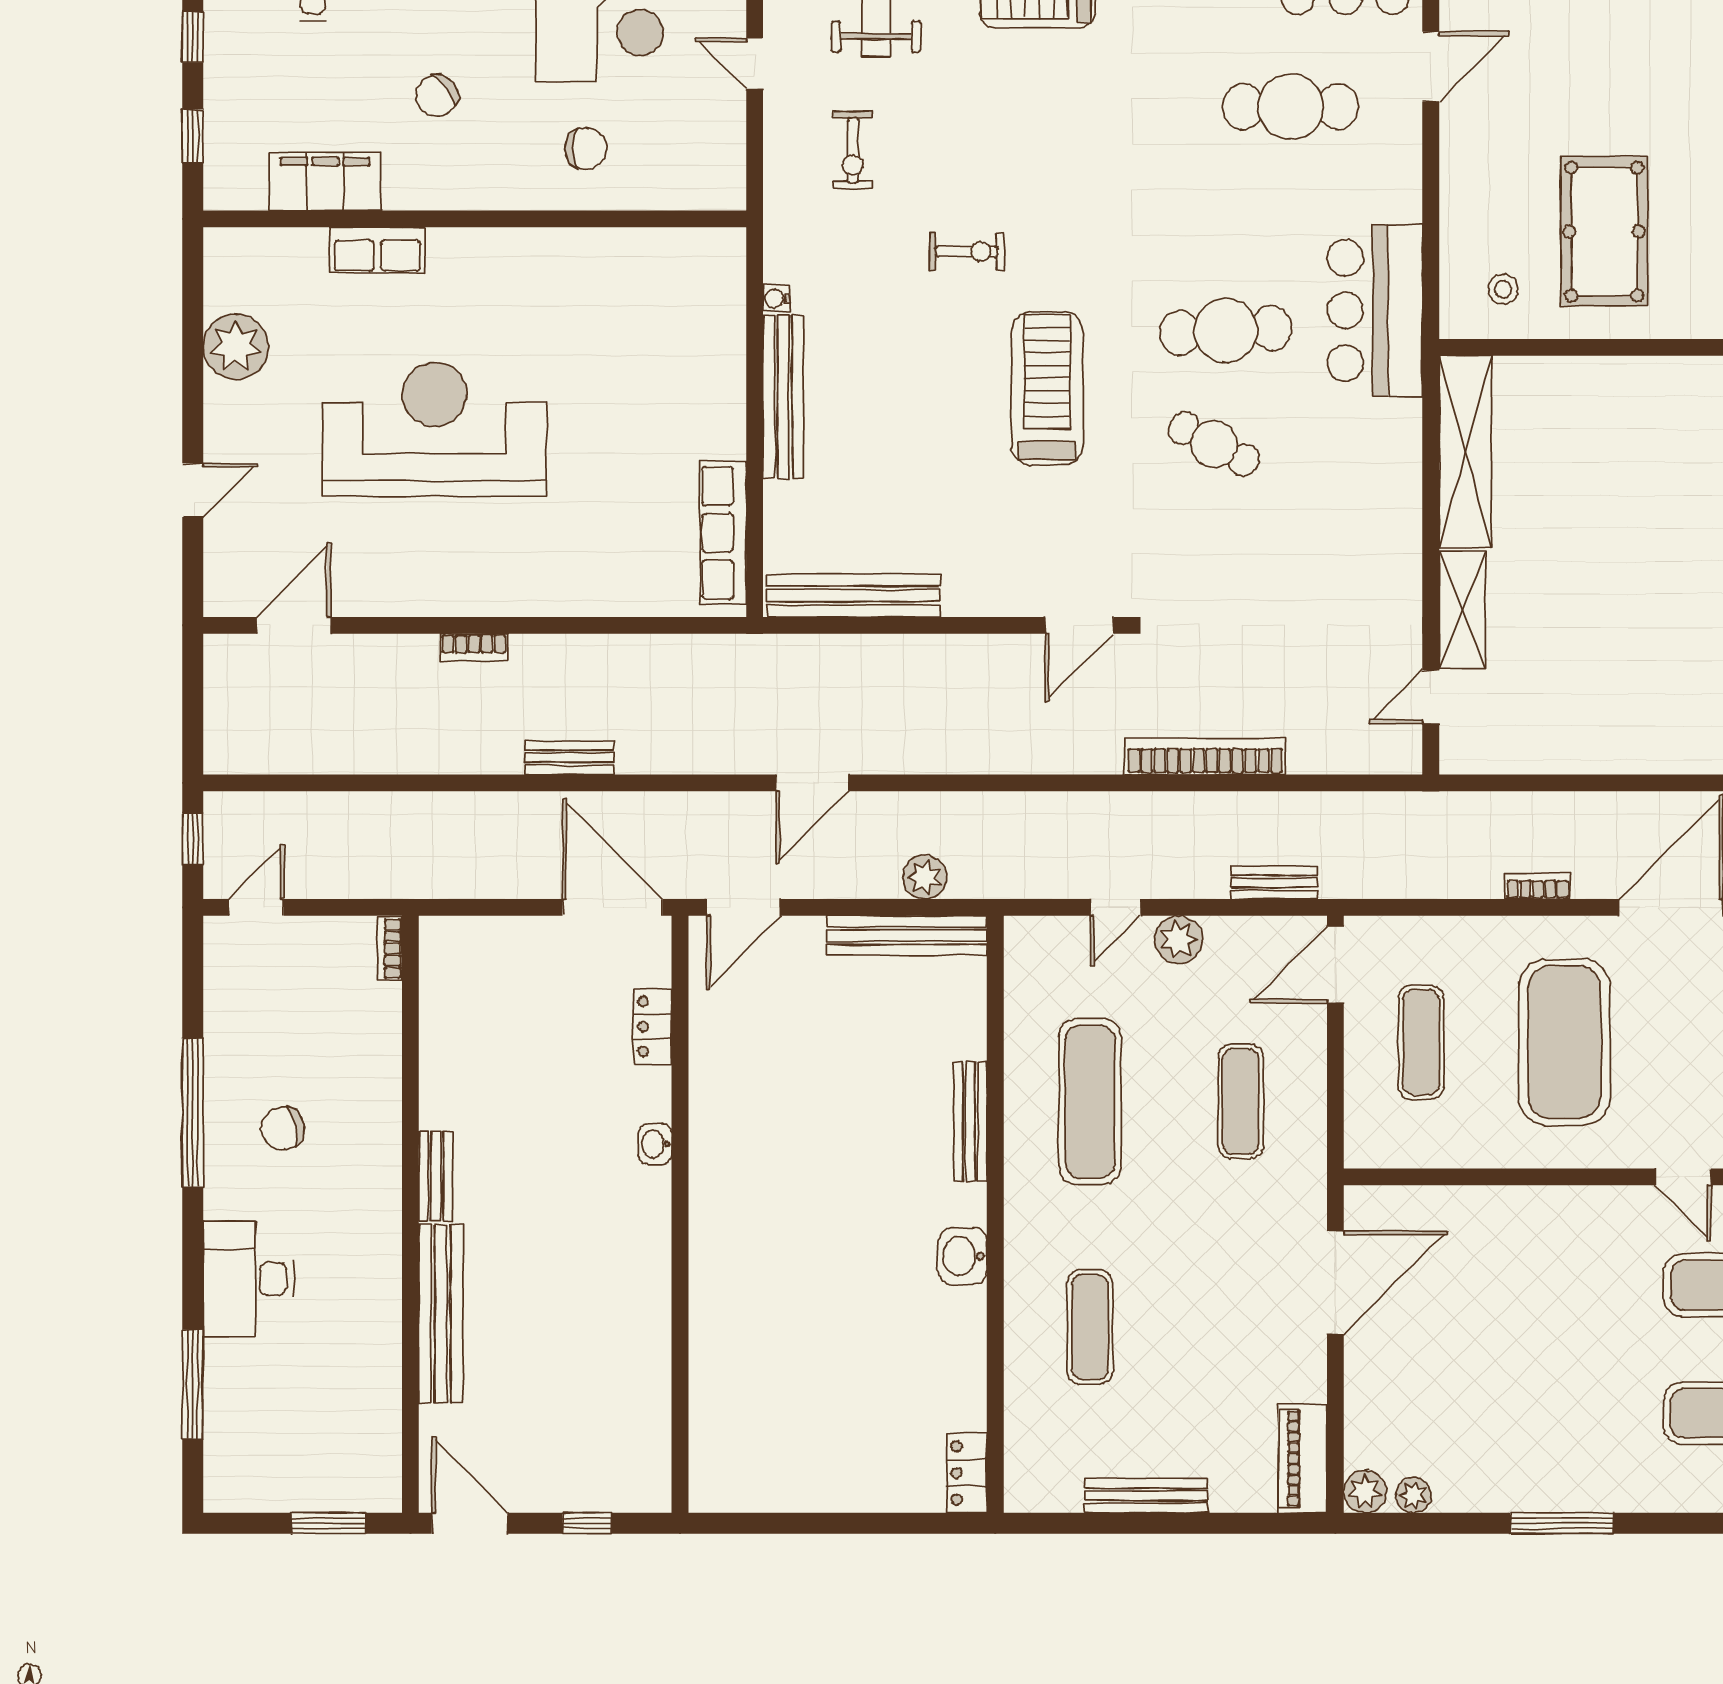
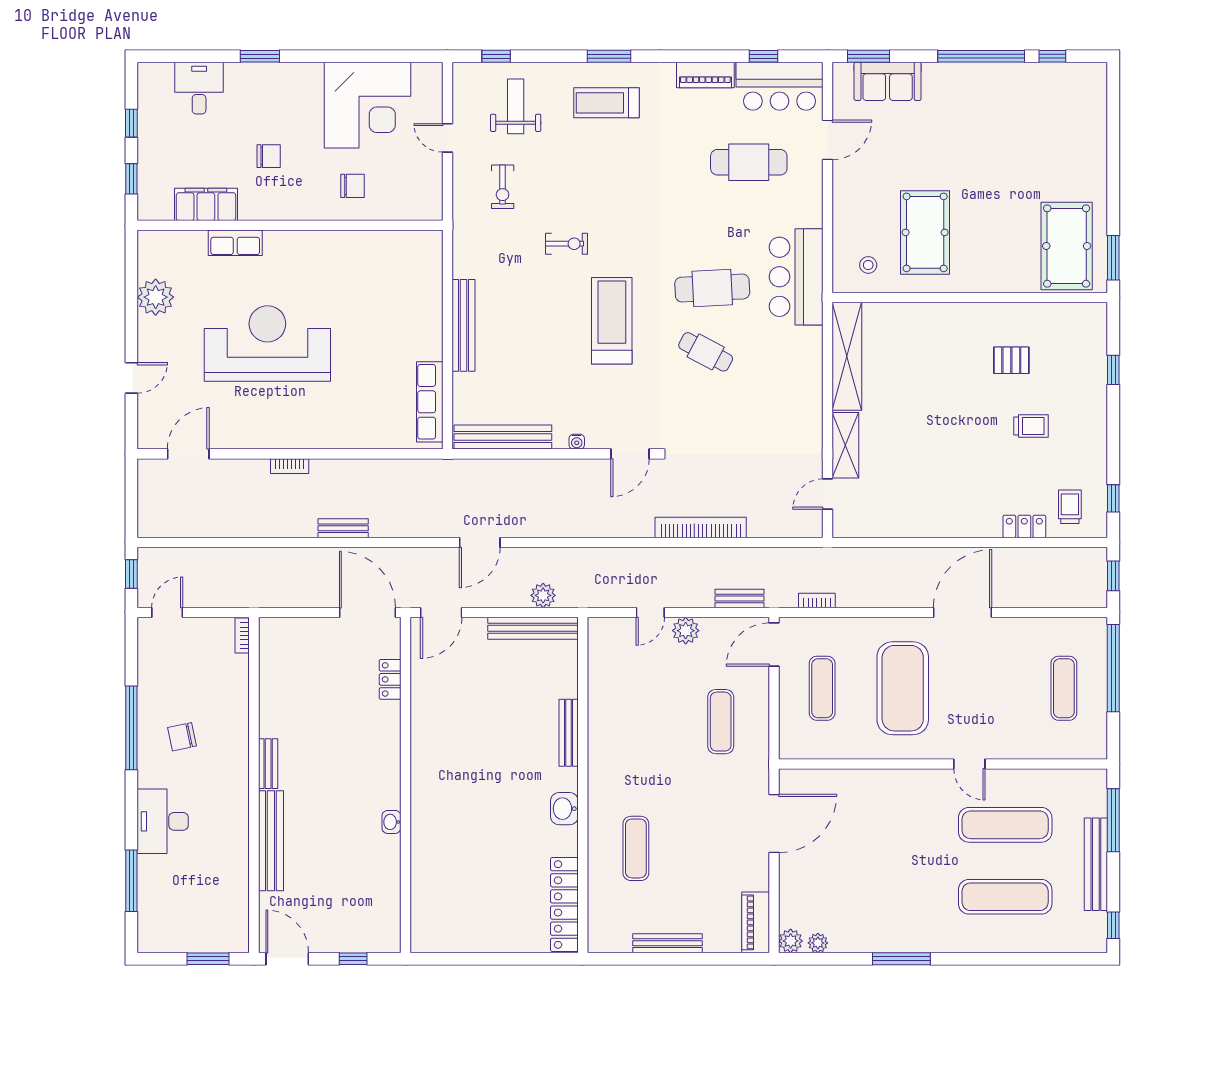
chair: (437, 96) -> (269, 156), turned -144
water cooler: (776, 298) -> (577, 442), moved, turned -90
bookcase: (1538, 886) -> (817, 600), moved
exercise mat: (1090, 1102) -> (636, 722), removed
washbasin: (655, 1144) -> (391, 822), moved
locker: (967, 1473) -> (564, 904), width x2.16, depth x1.21

